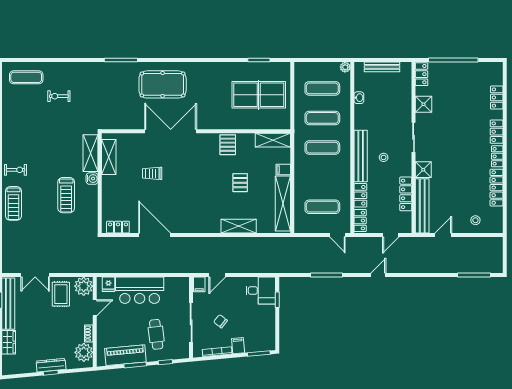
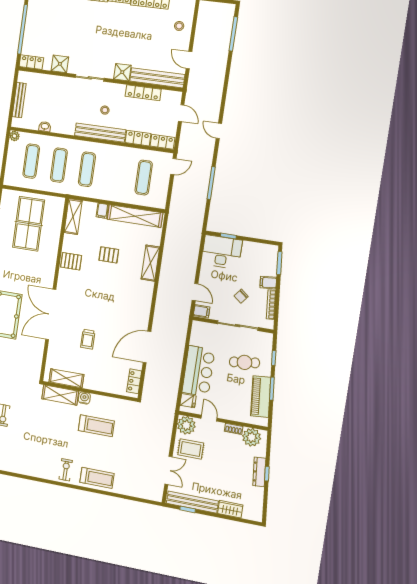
desk: (261, 291) -> (222, 252), width x1.37

